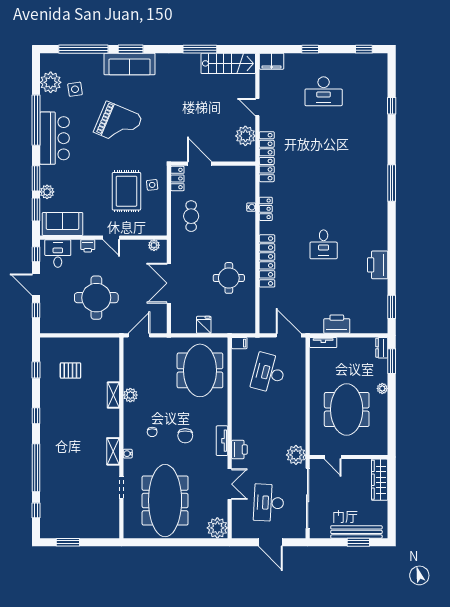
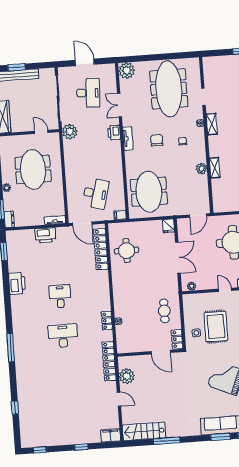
desk: (324, 91) -> (63, 336), moved
locker: (267, 261) -> (101, 249), moved
round table: (229, 278) -> (127, 251), moved
fridge: (204, 325) -> (168, 226), moved

